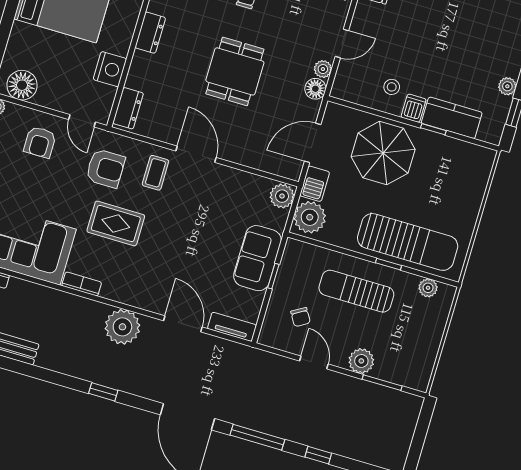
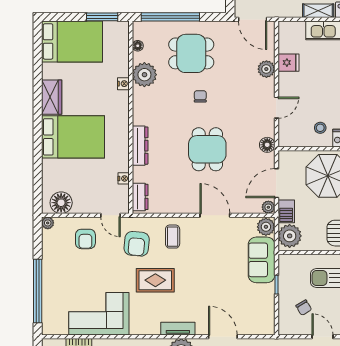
dresser: (150, 33) -> (140, 146), width x1.44
nightstand: (110, 69) -> (124, 178), width x0.53, depth x0.56
plant: (323, 69) -> (268, 207), moved
door: (196, 154) -> (215, 215), moved
armchair: (105, 168) -> (137, 244), turned 95
sofa: (257, 258) -> (262, 260), moved
bookcase: (82, 284) -> (144, 330), removed
tv unit: (232, 327) -> (178, 329), moved

